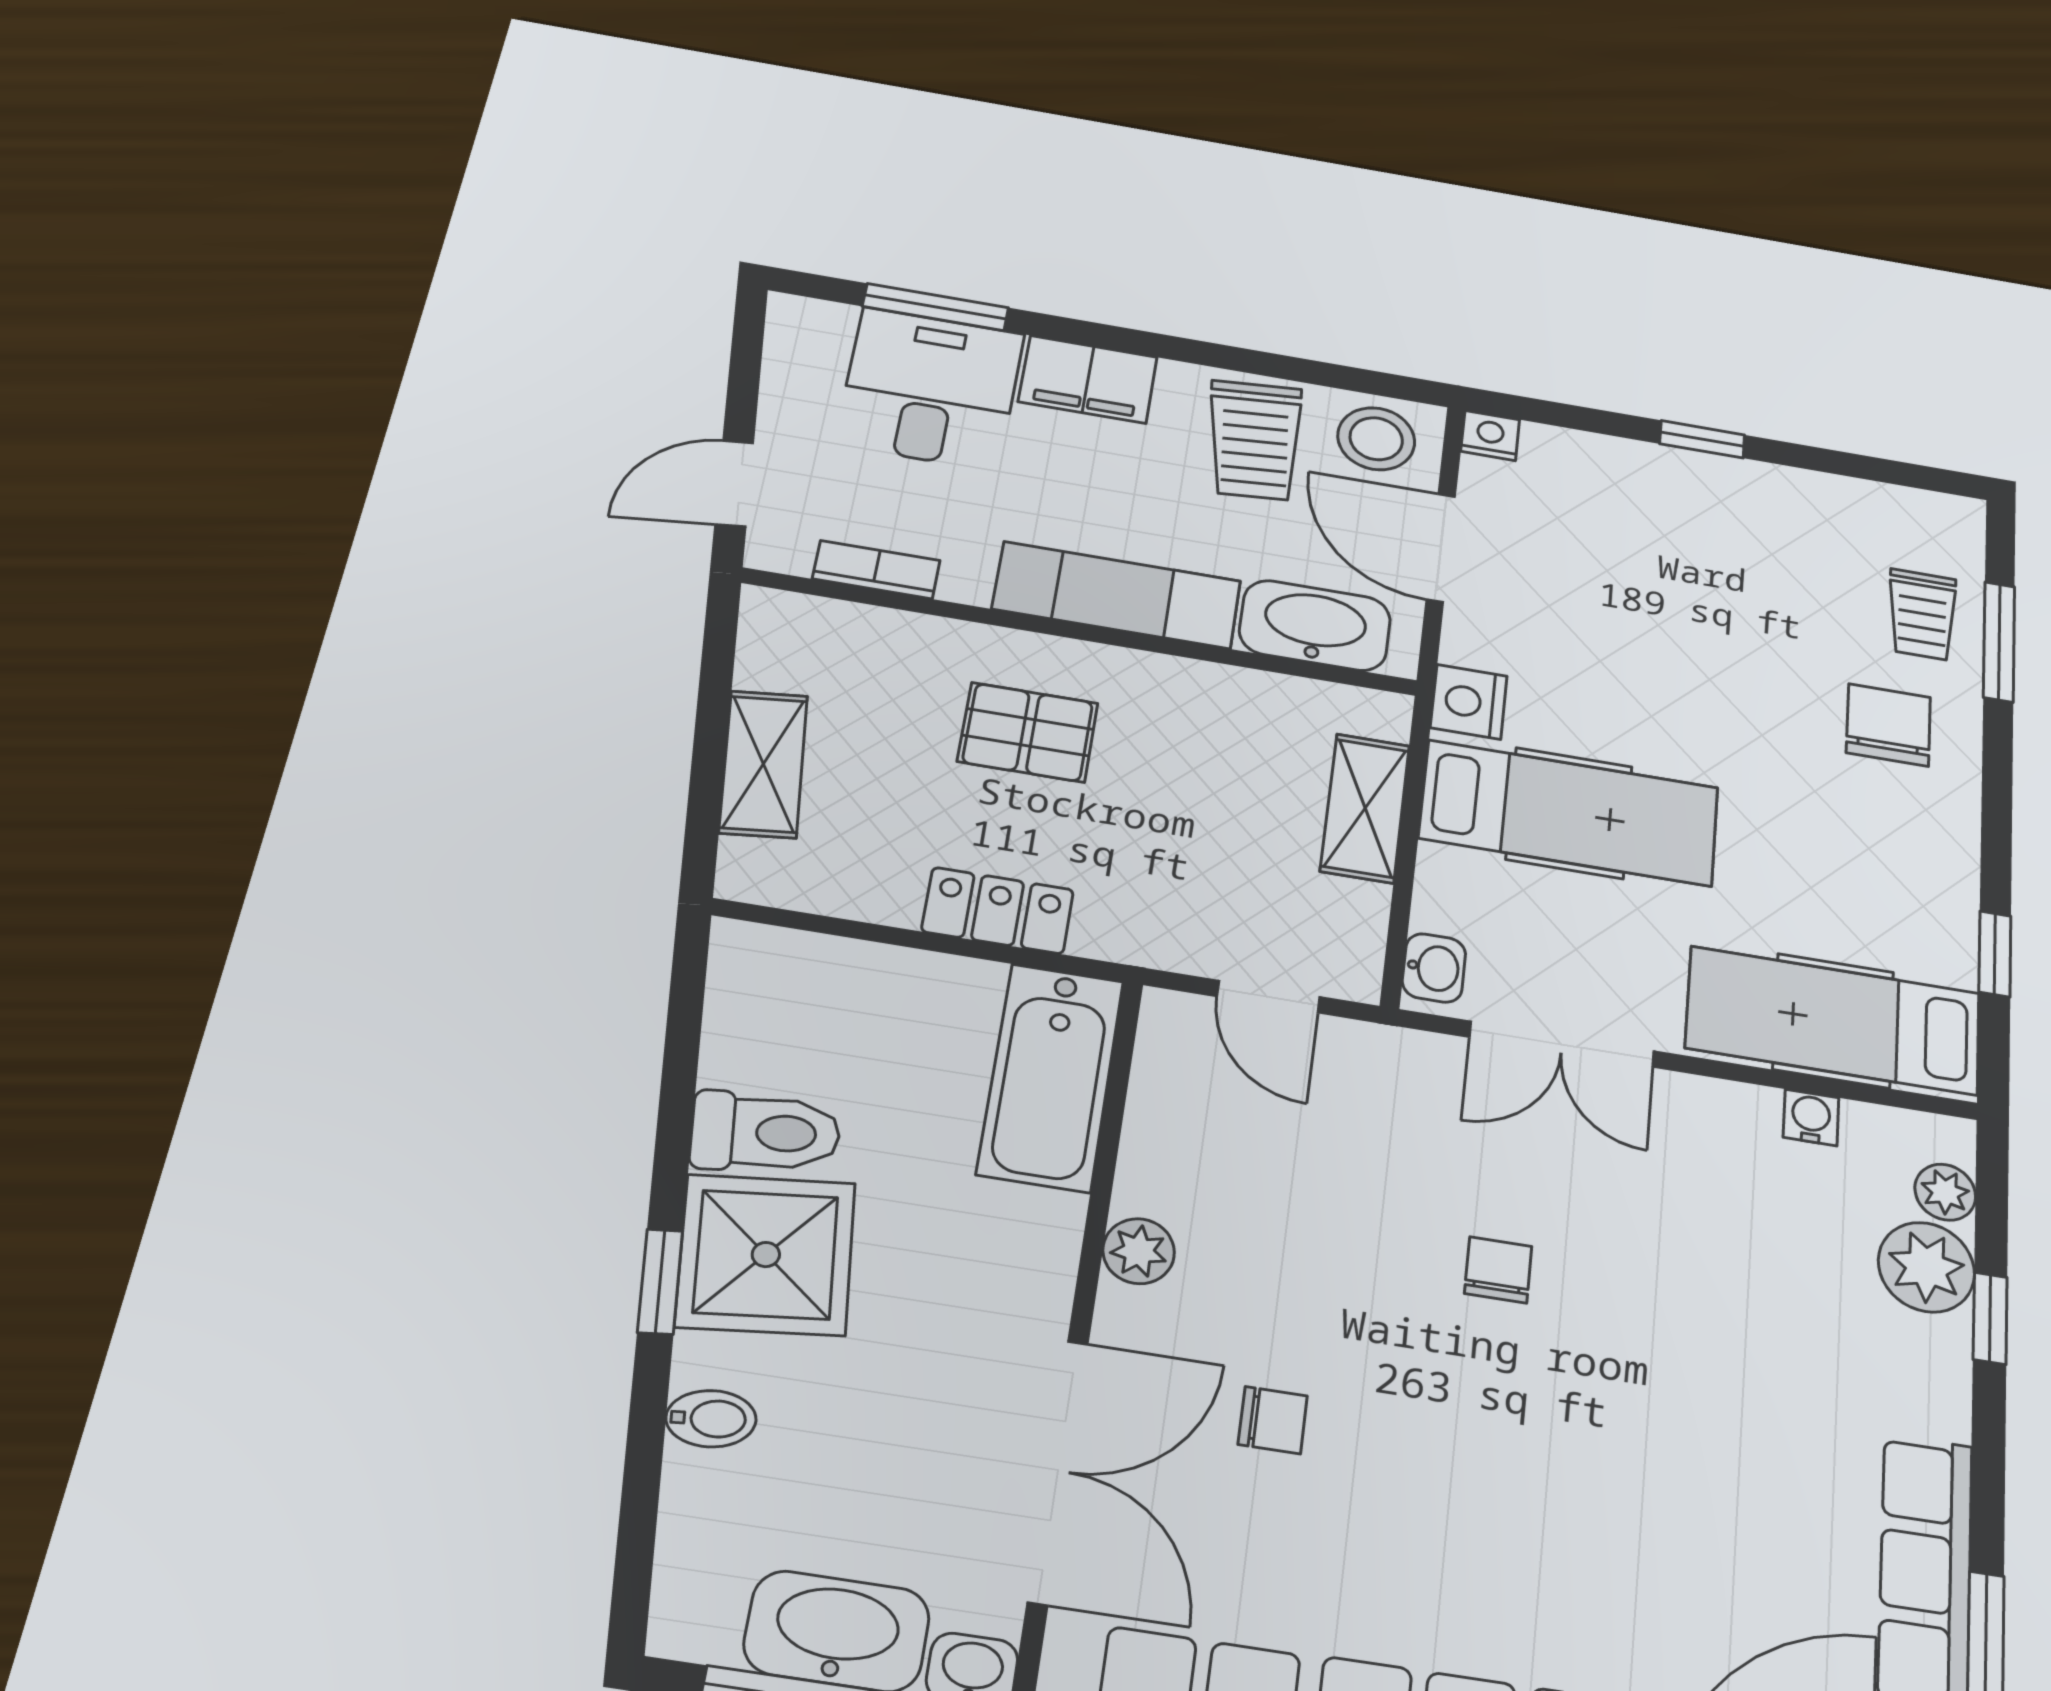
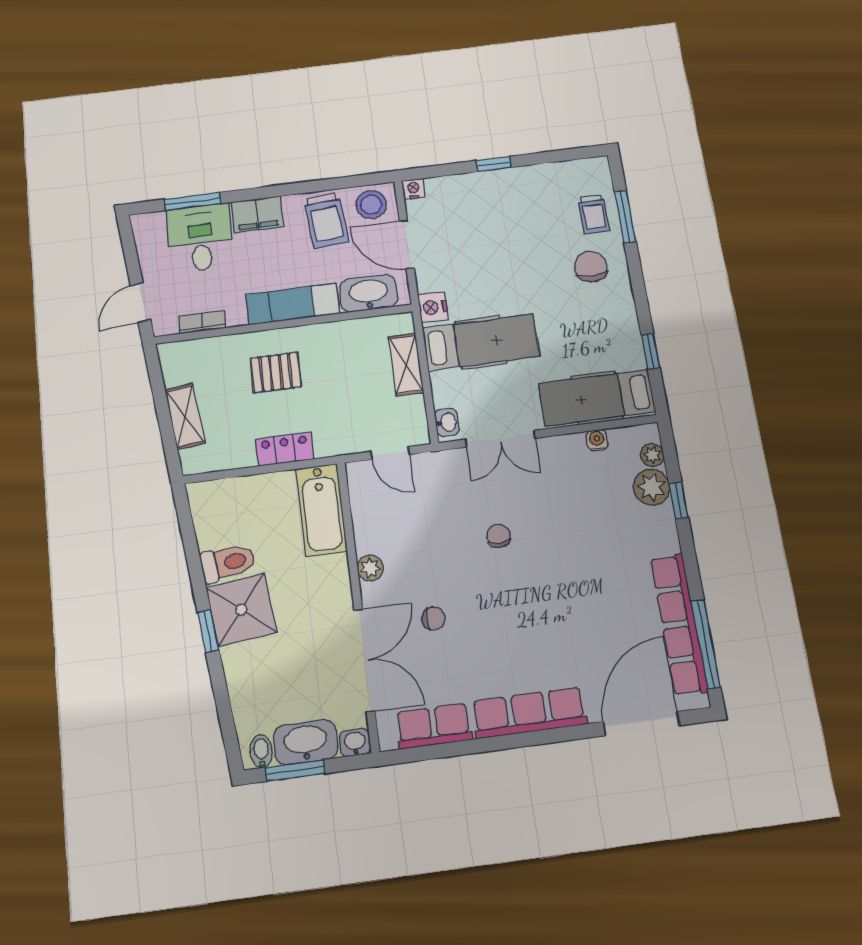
bidet: (711, 1419) -> (261, 751), moved, turned -83

